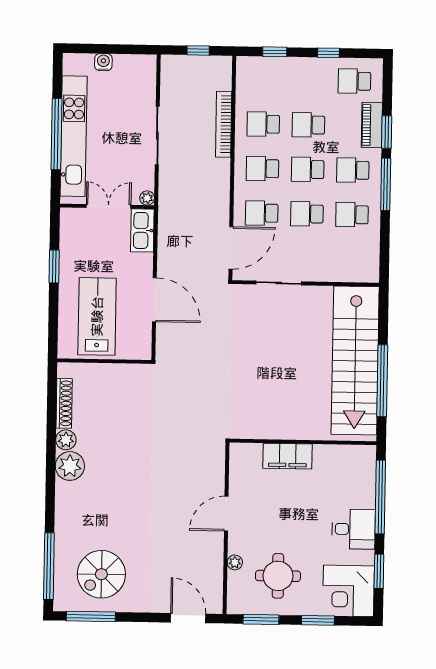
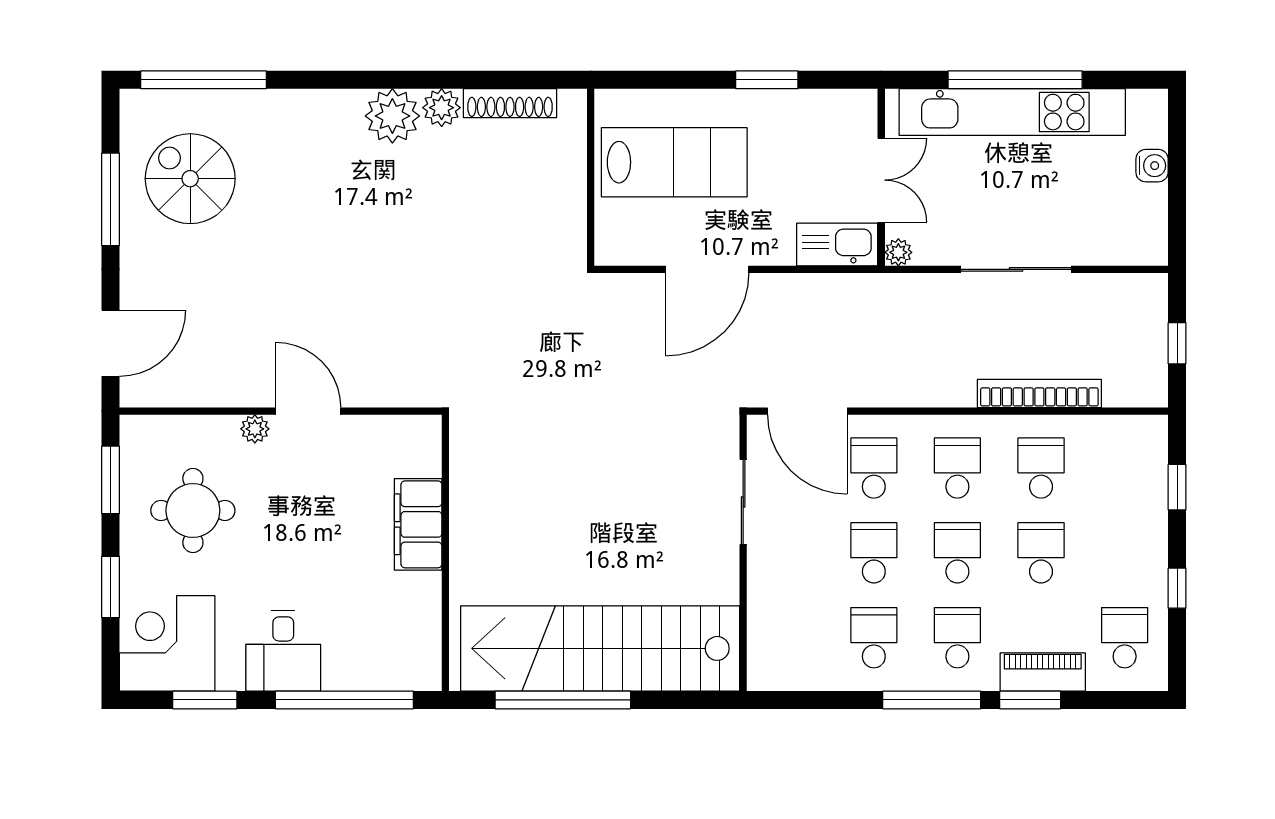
plant: (235, 562) -> (255, 429), moved
window: (91, 616) -> (111, 199), moved

